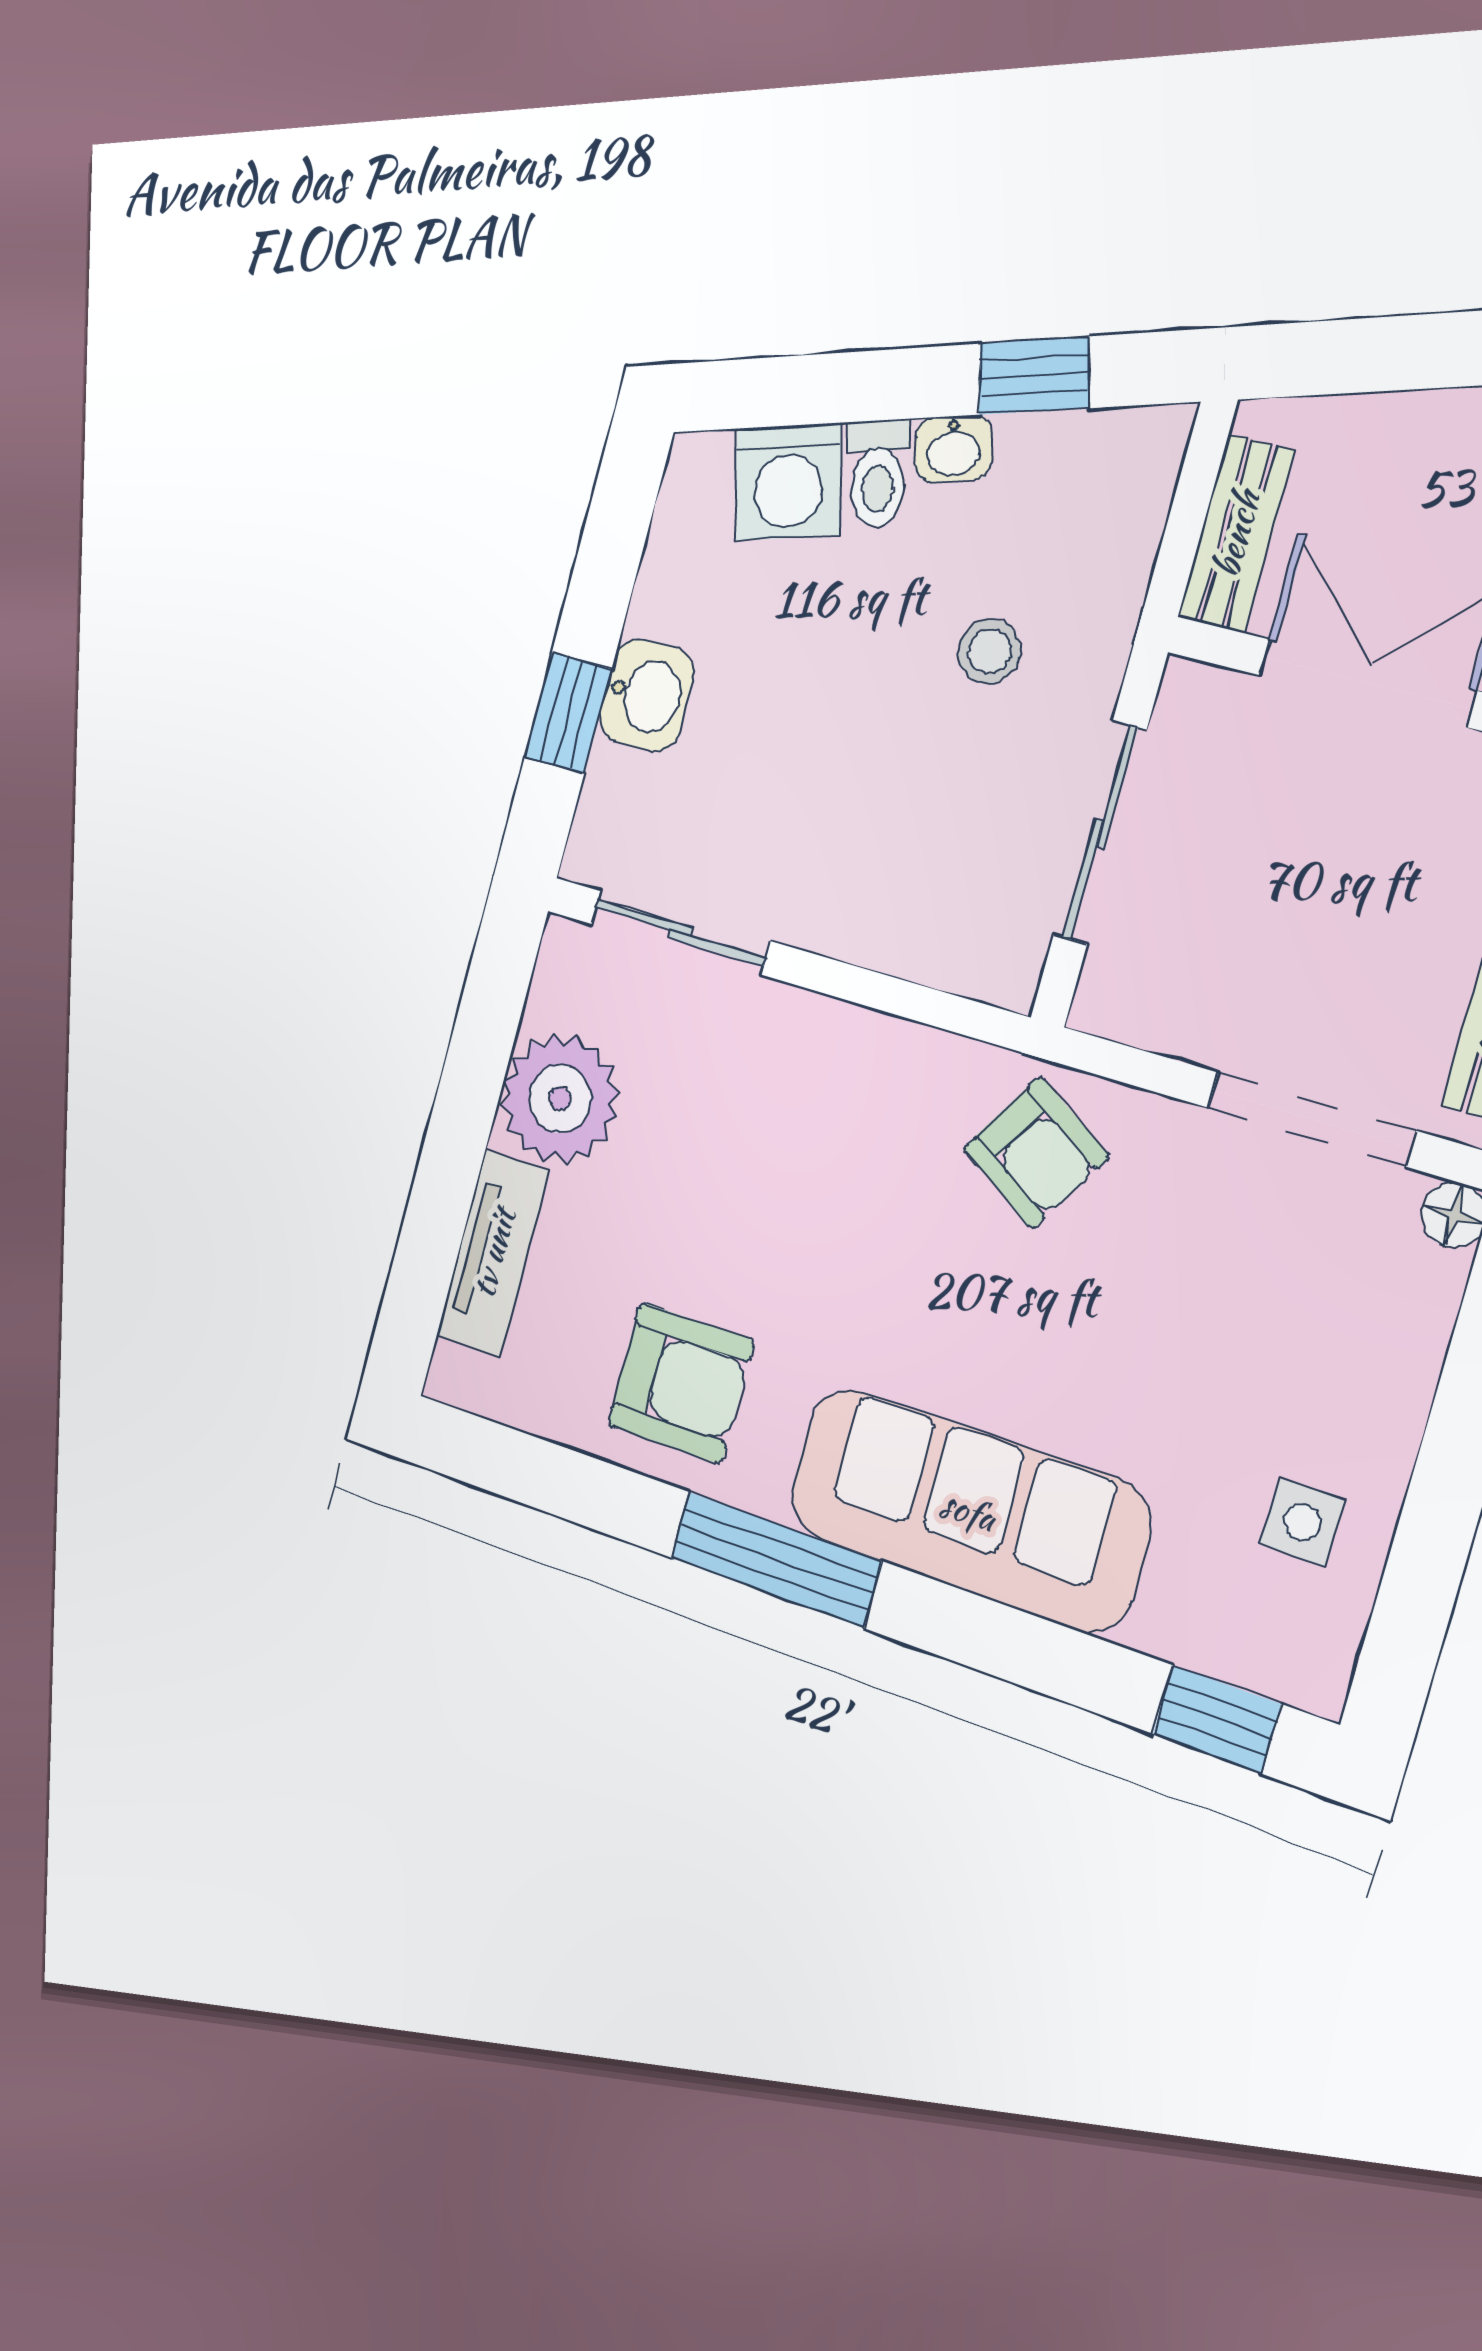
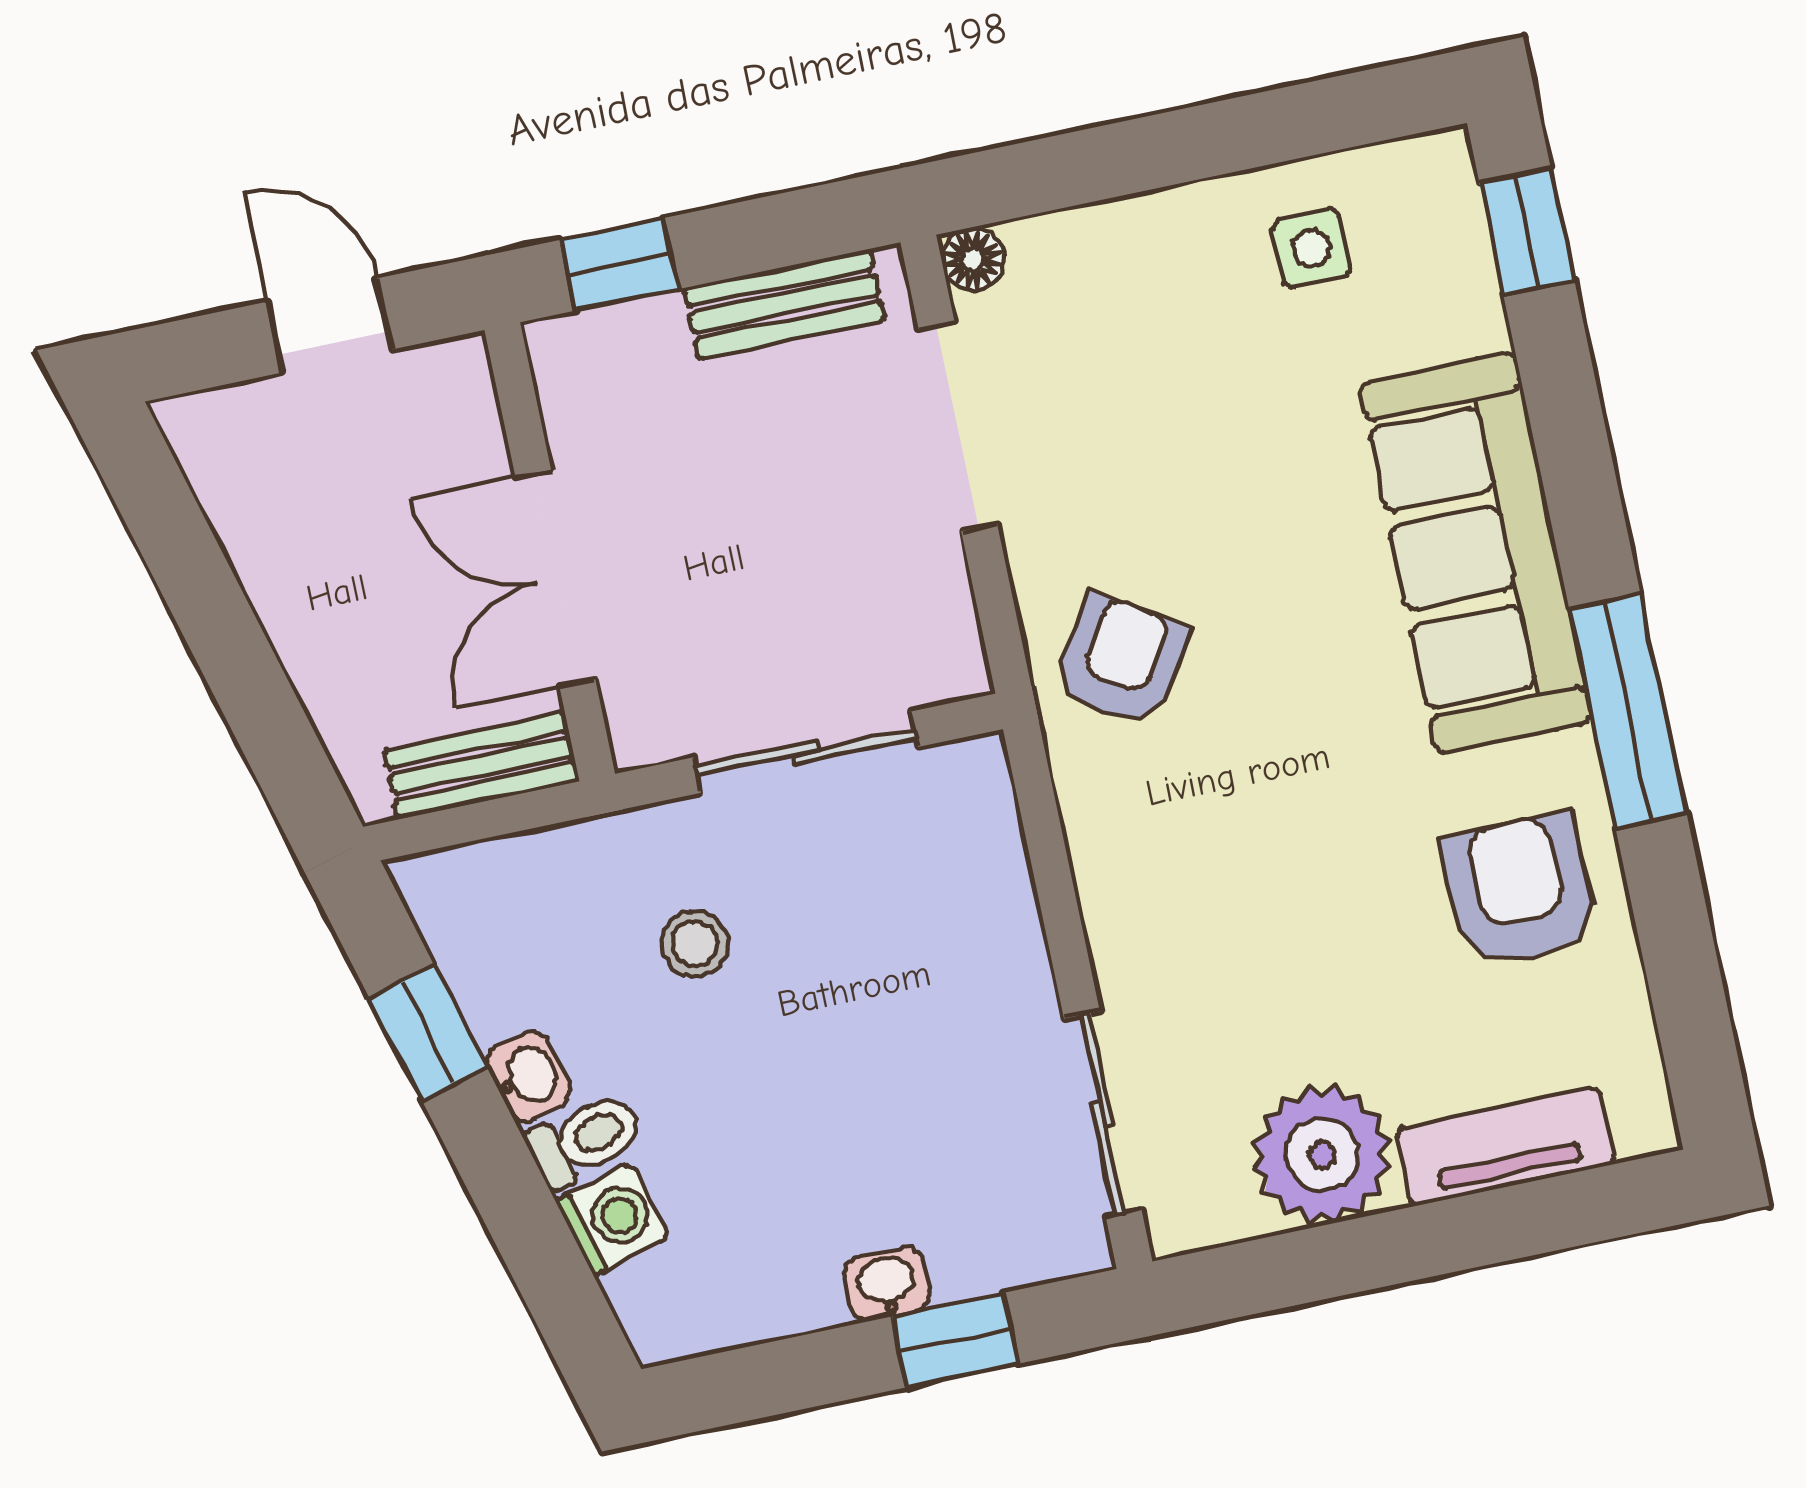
washing machine: (788, 482) -> (612, 1219), width x0.73, depth x0.73
washbasin: (647, 695) -> (887, 1284), width x0.72, depth x0.69

